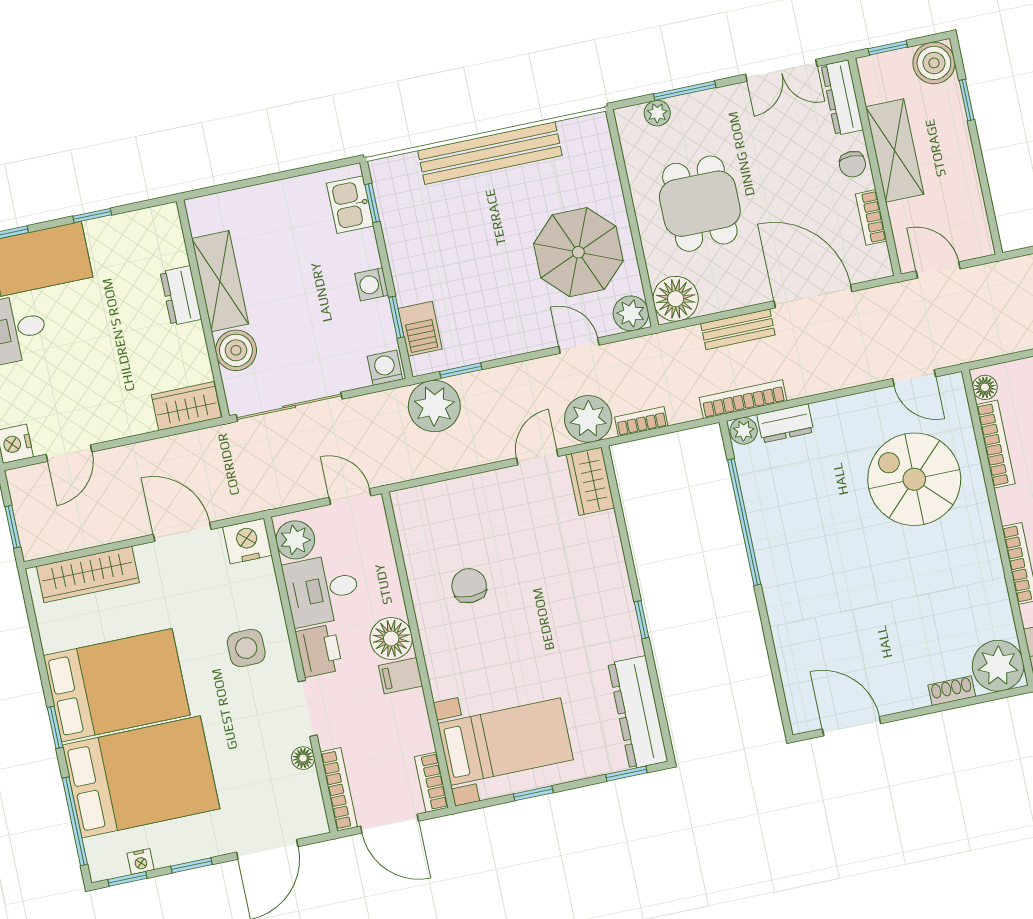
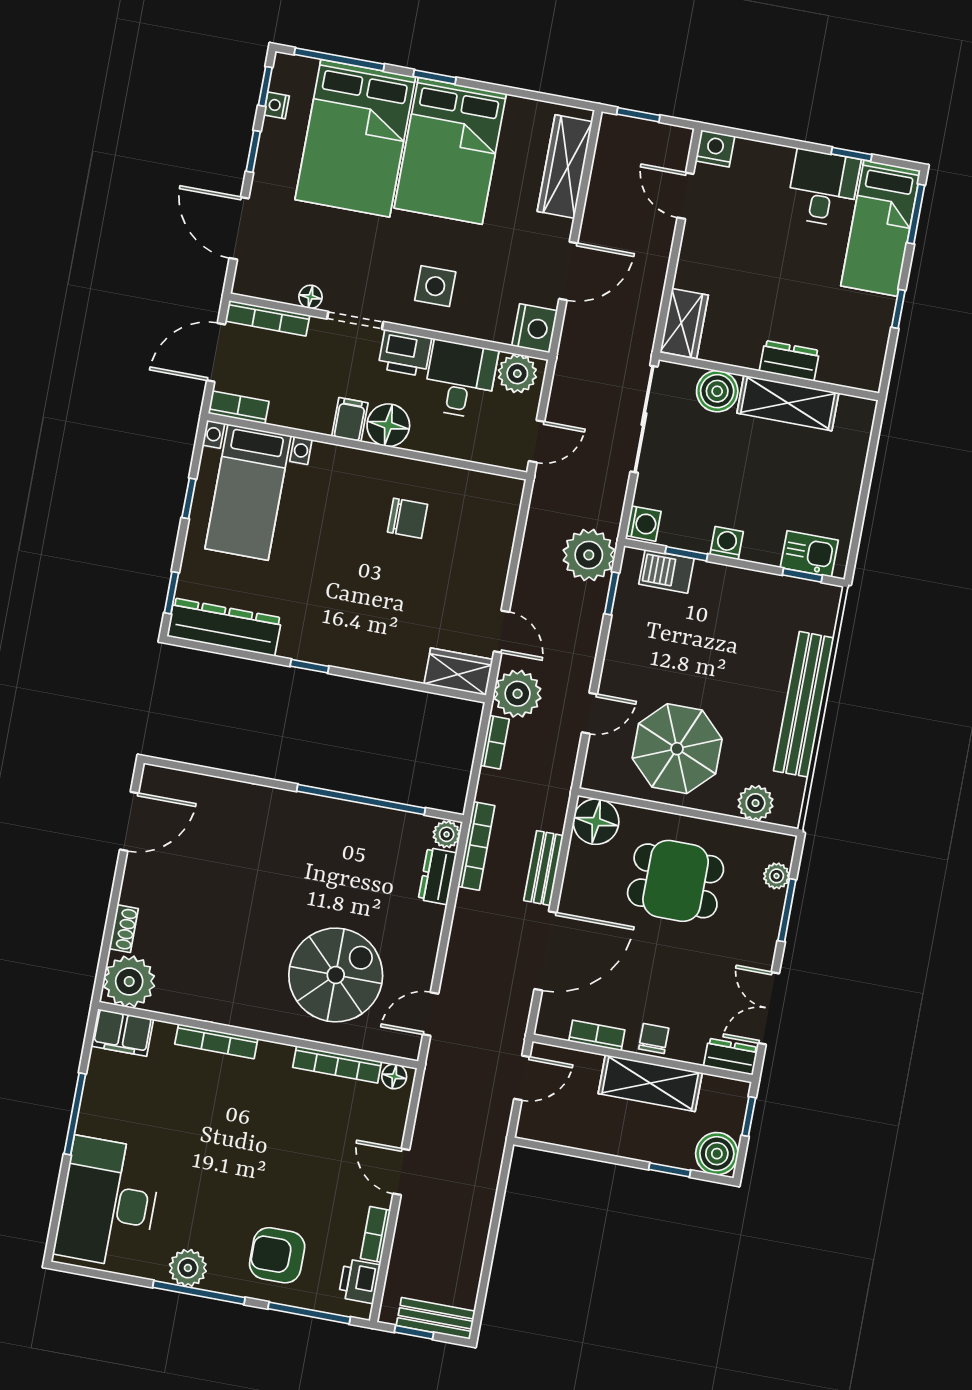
dresser: (842, 98) -> (731, 1057), width x0.70
chair: (852, 164) -> (654, 1039), turned 90
plant: (631, 313) -> (756, 803), moved

